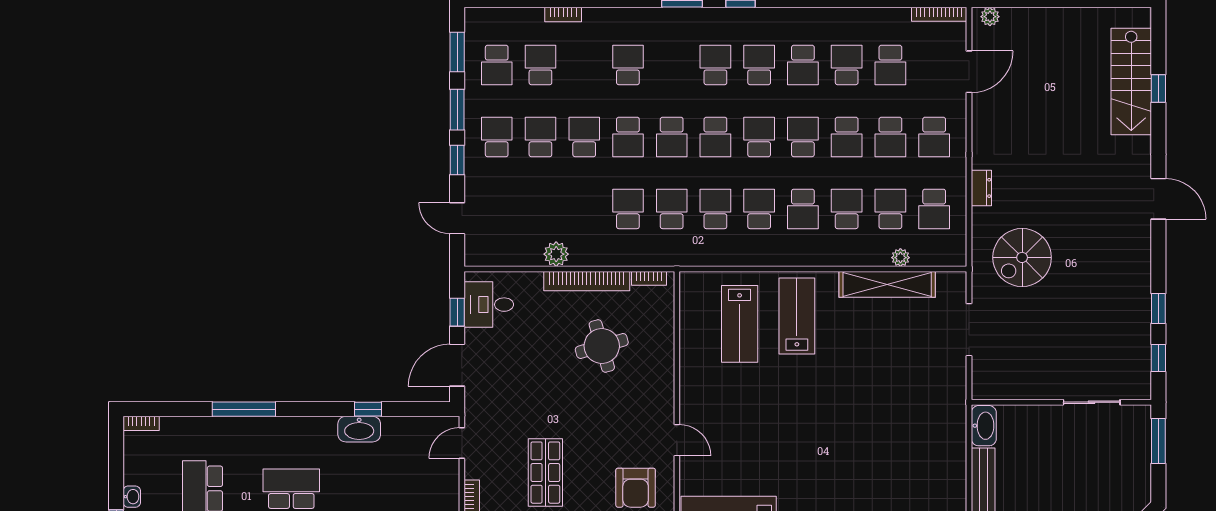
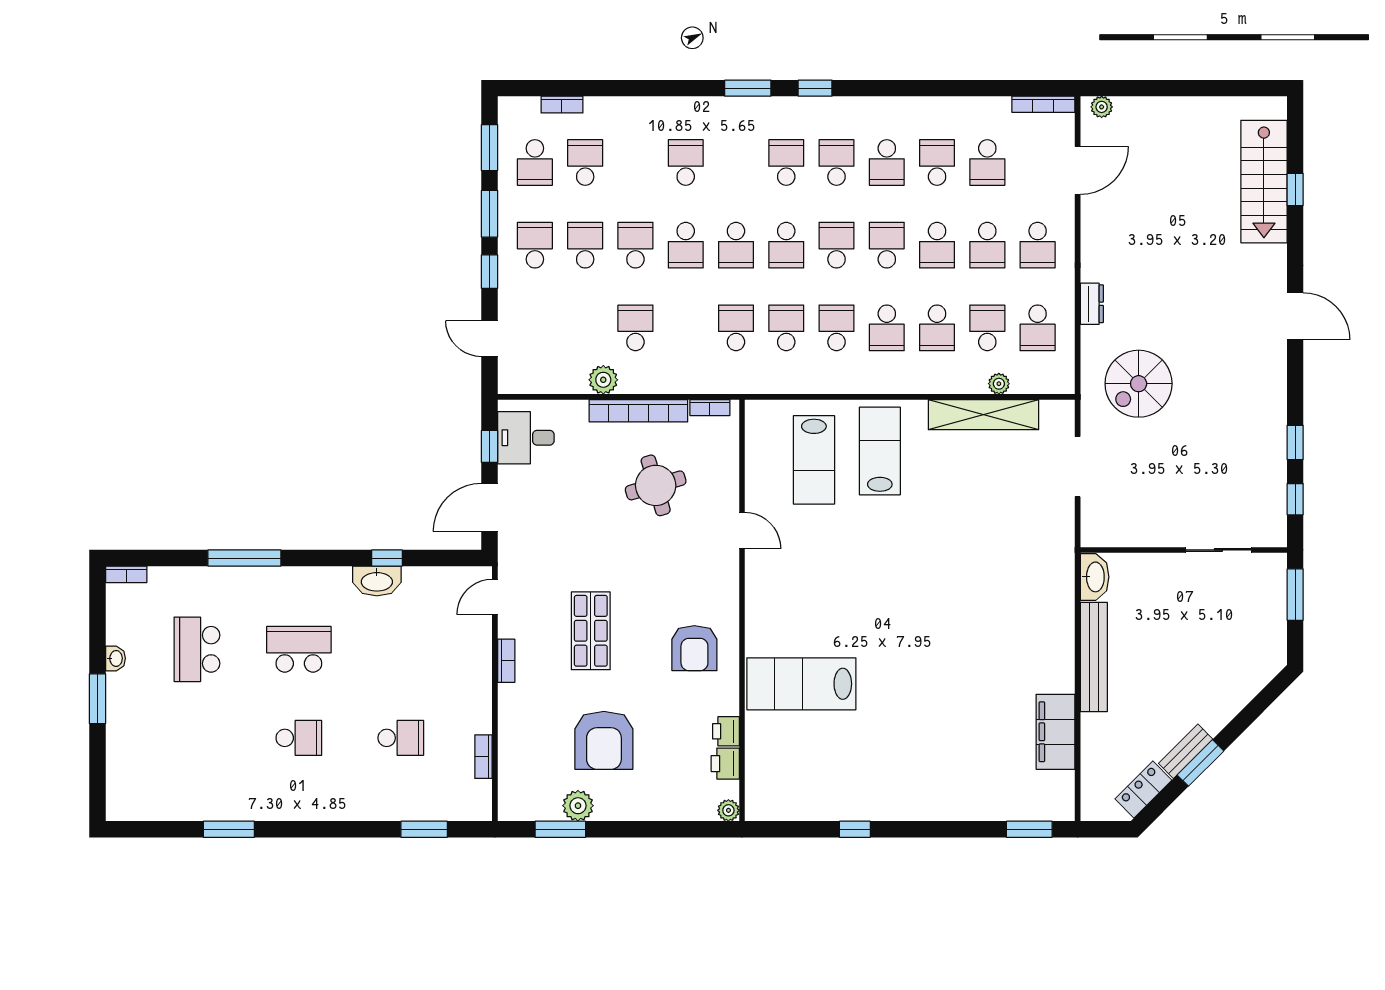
bookcase: (563, 15) -> (562, 105), moved
school desk: (628, 209) -> (635, 328), moved
school desk: (847, 209) -> (937, 328), turned 180
door: (677, 440) -> (742, 531), moved

